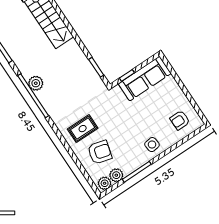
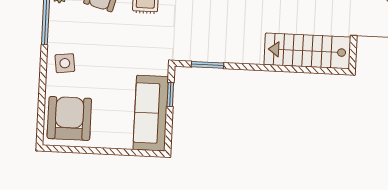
armchair: (180, 120) -> (69, 118), width x1.88, depth x1.88

